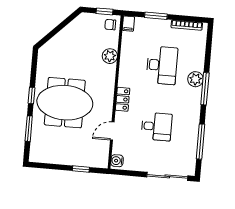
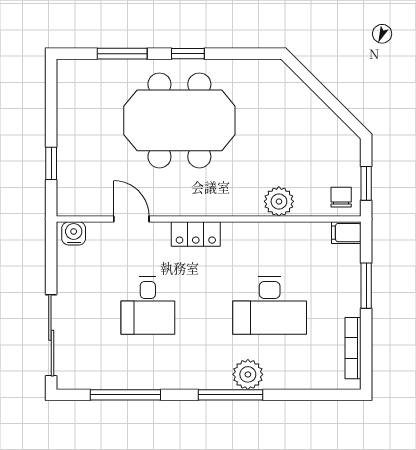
meeting table: (65, 103) -> (179, 120), turned 90

